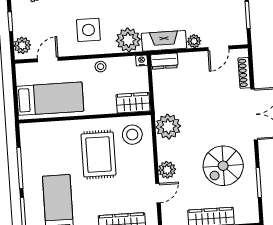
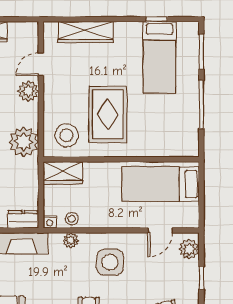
plant: (128, 40) -> (71, 240), width x0.53, depth x0.53
stool: (101, 67) -> (72, 219), moved

